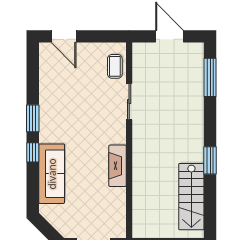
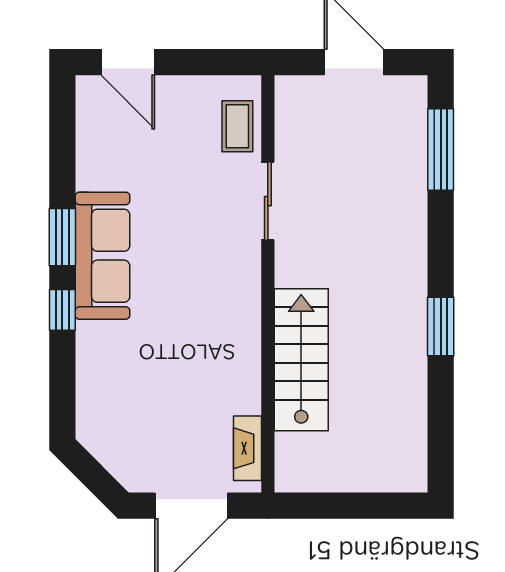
fireplace: (118, 166) -> (247, 448), moved, width x0.73, depth x0.76
sofa: (52, 174) -> (103, 256), moved
stairs: (191, 197) -> (301, 360), moved, turned 180

